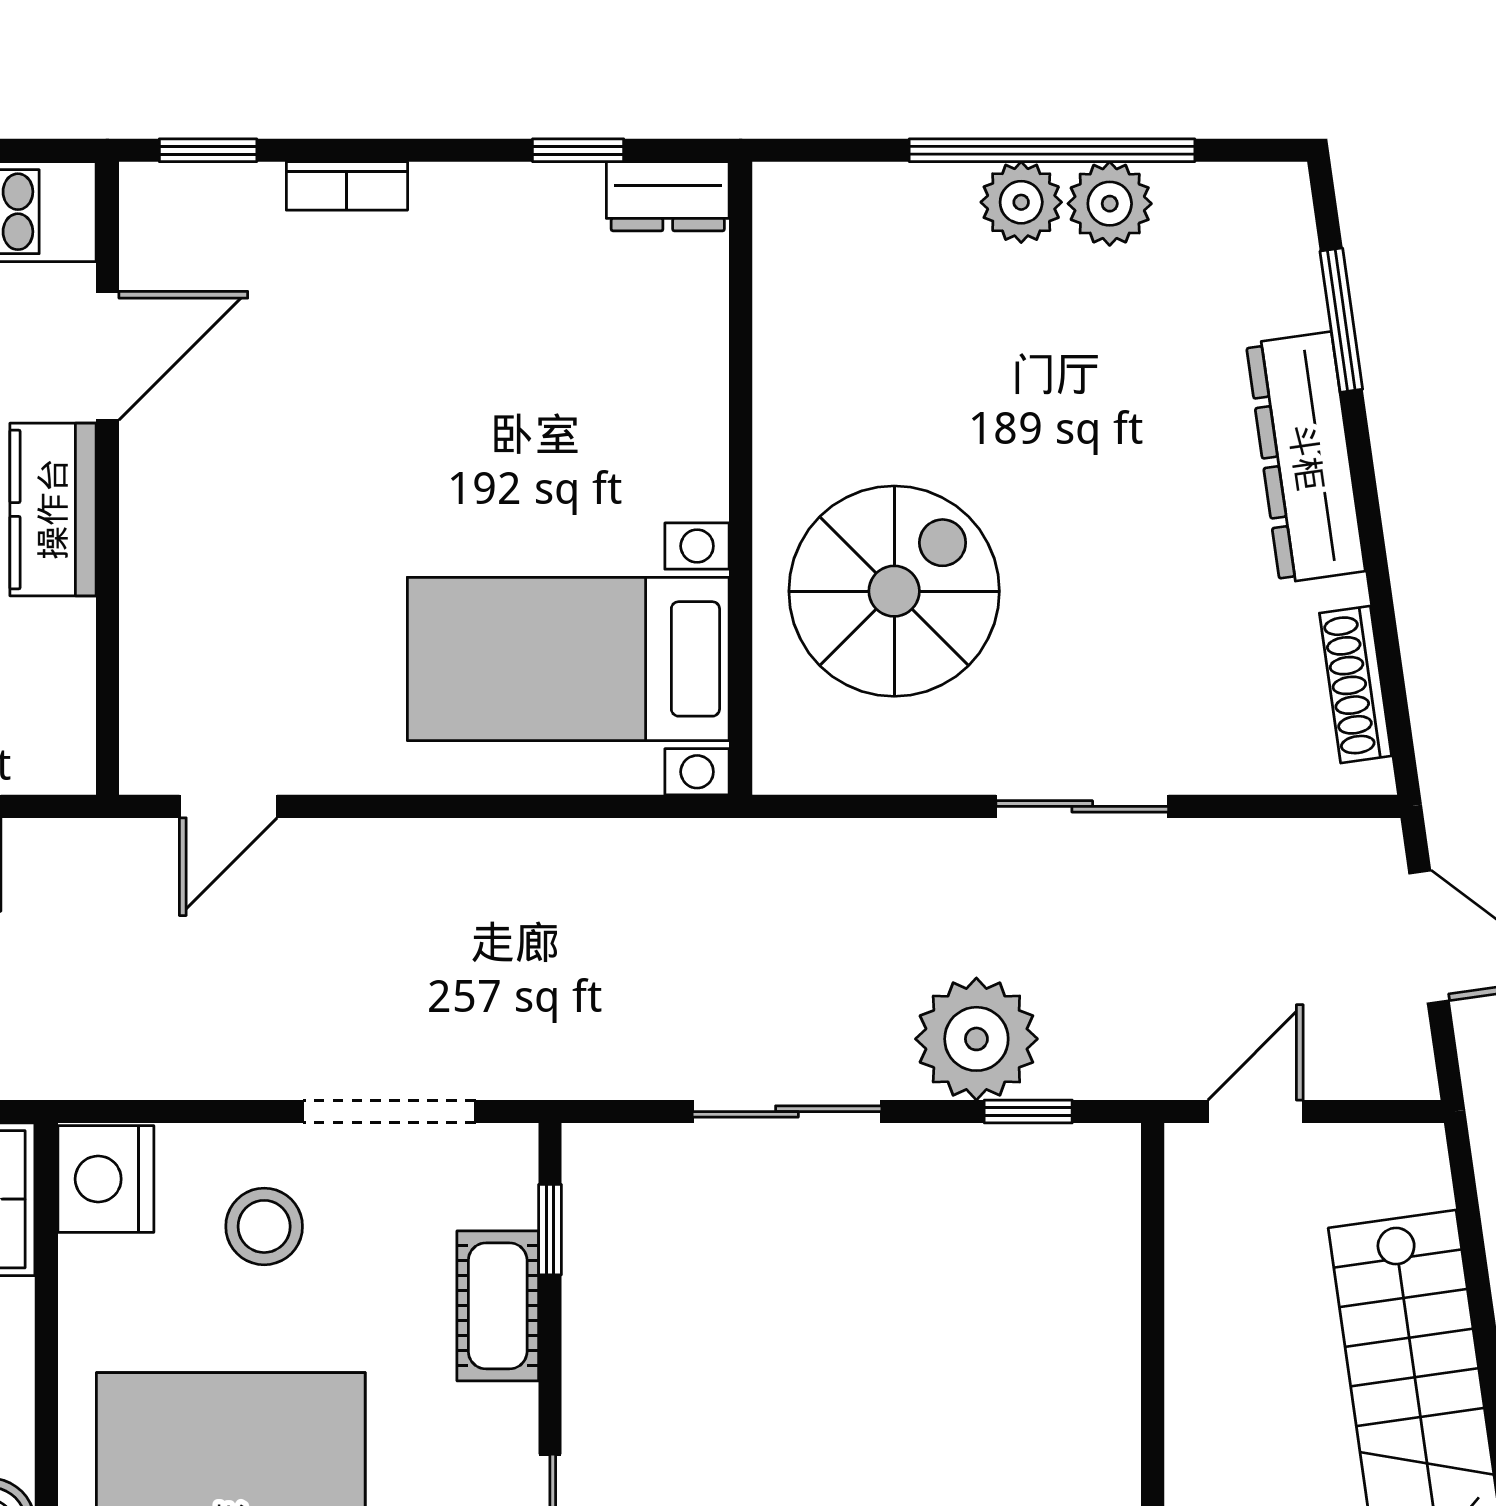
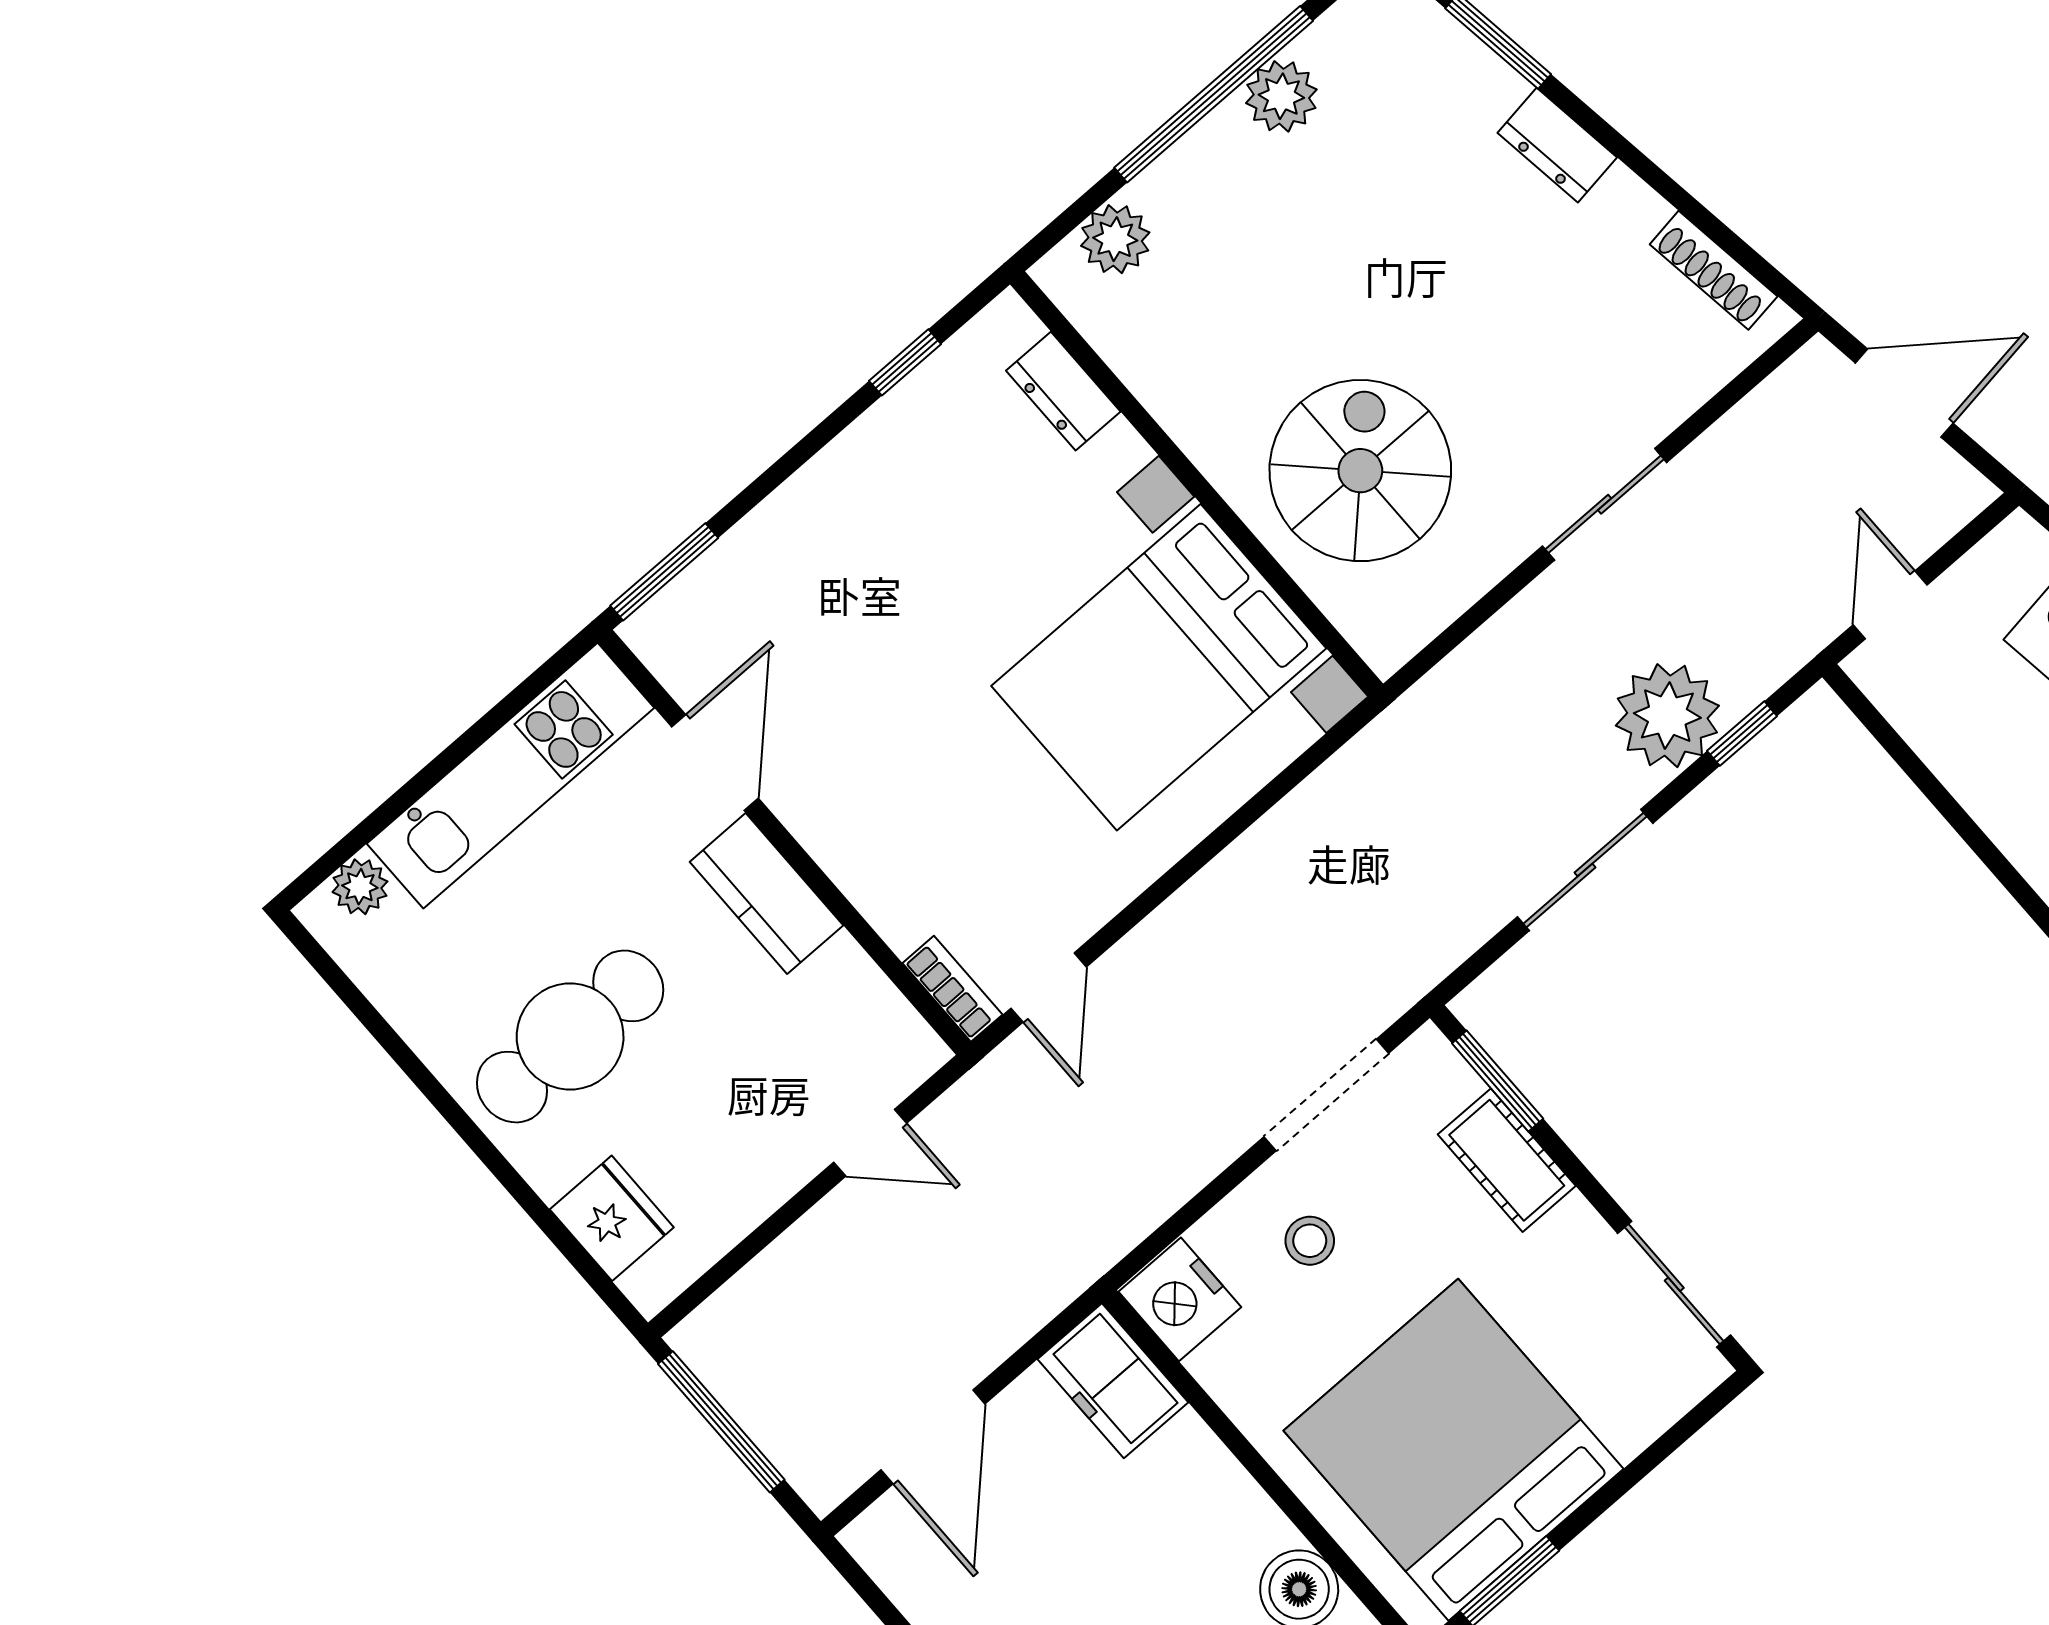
window: (208, 150) -> (664, 572), width x1.50
bookcase: (347, 186) -> (952, 989), moved, turned -90
dresser: (668, 196) -> (1063, 391), moved, turned 90
plant: (1021, 202) -> (1115, 239), moved
dresser: (1306, 457) -> (1557, 145), width x0.51, depth x0.80
bed with nightstands: (568, 659) -> (1159, 667), width x1.36
stool: (264, 1226) -> (1310, 1241), width x0.73, depth x0.73
window: (550, 1230) -> (1498, 1081), width x1.50

